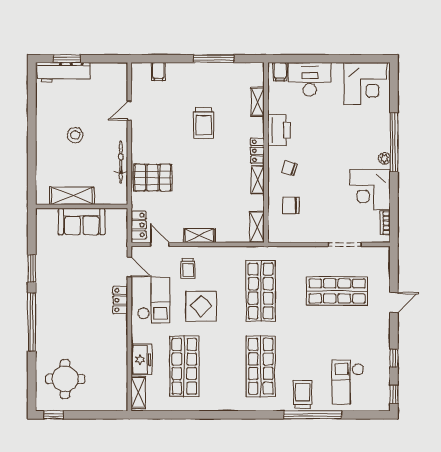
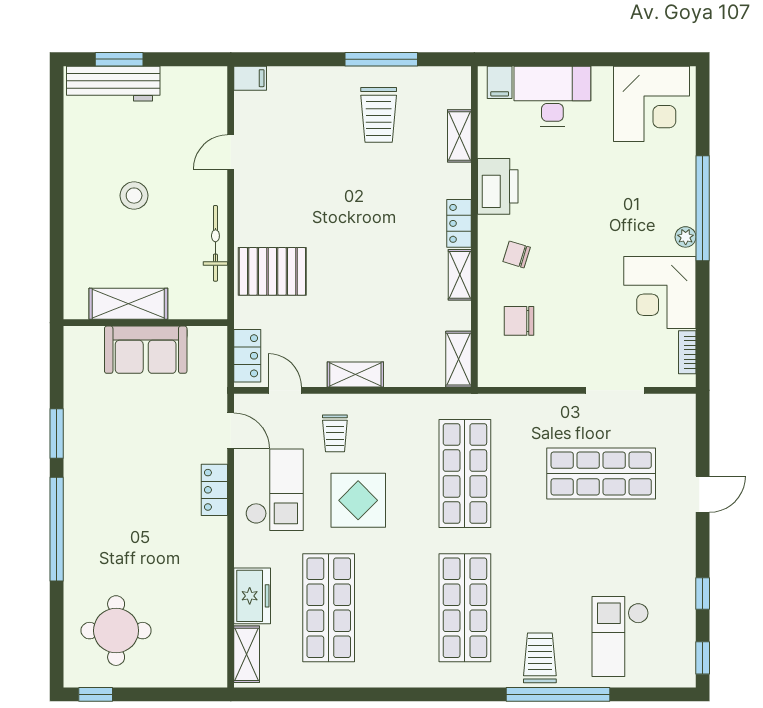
filing cabinet: (158, 72) -> (250, 78), moved, turned -90
trolley: (204, 123) -> (379, 115), moved

